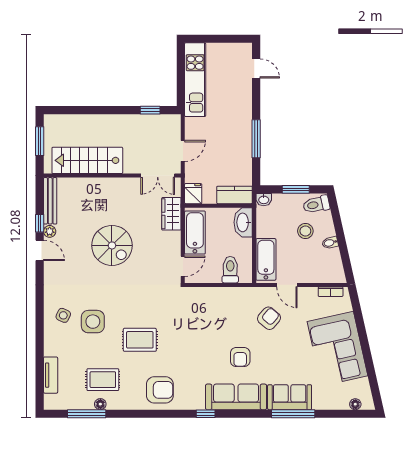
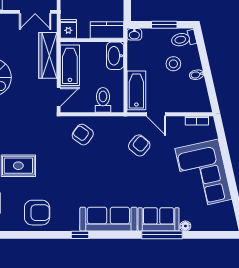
wardrobe: (171, 214) -> (48, 55), width x1.50
armchair: (240, 357) -> (83, 135), moved, turned 126
floor lamp: (355, 404) -> (185, 226), moved

